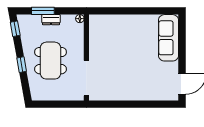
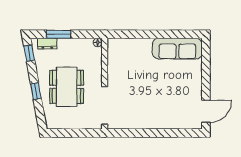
dresser: (51, 20) -> (47, 43), moved
sofa: (169, 38) -> (177, 49), moved, turned -90

